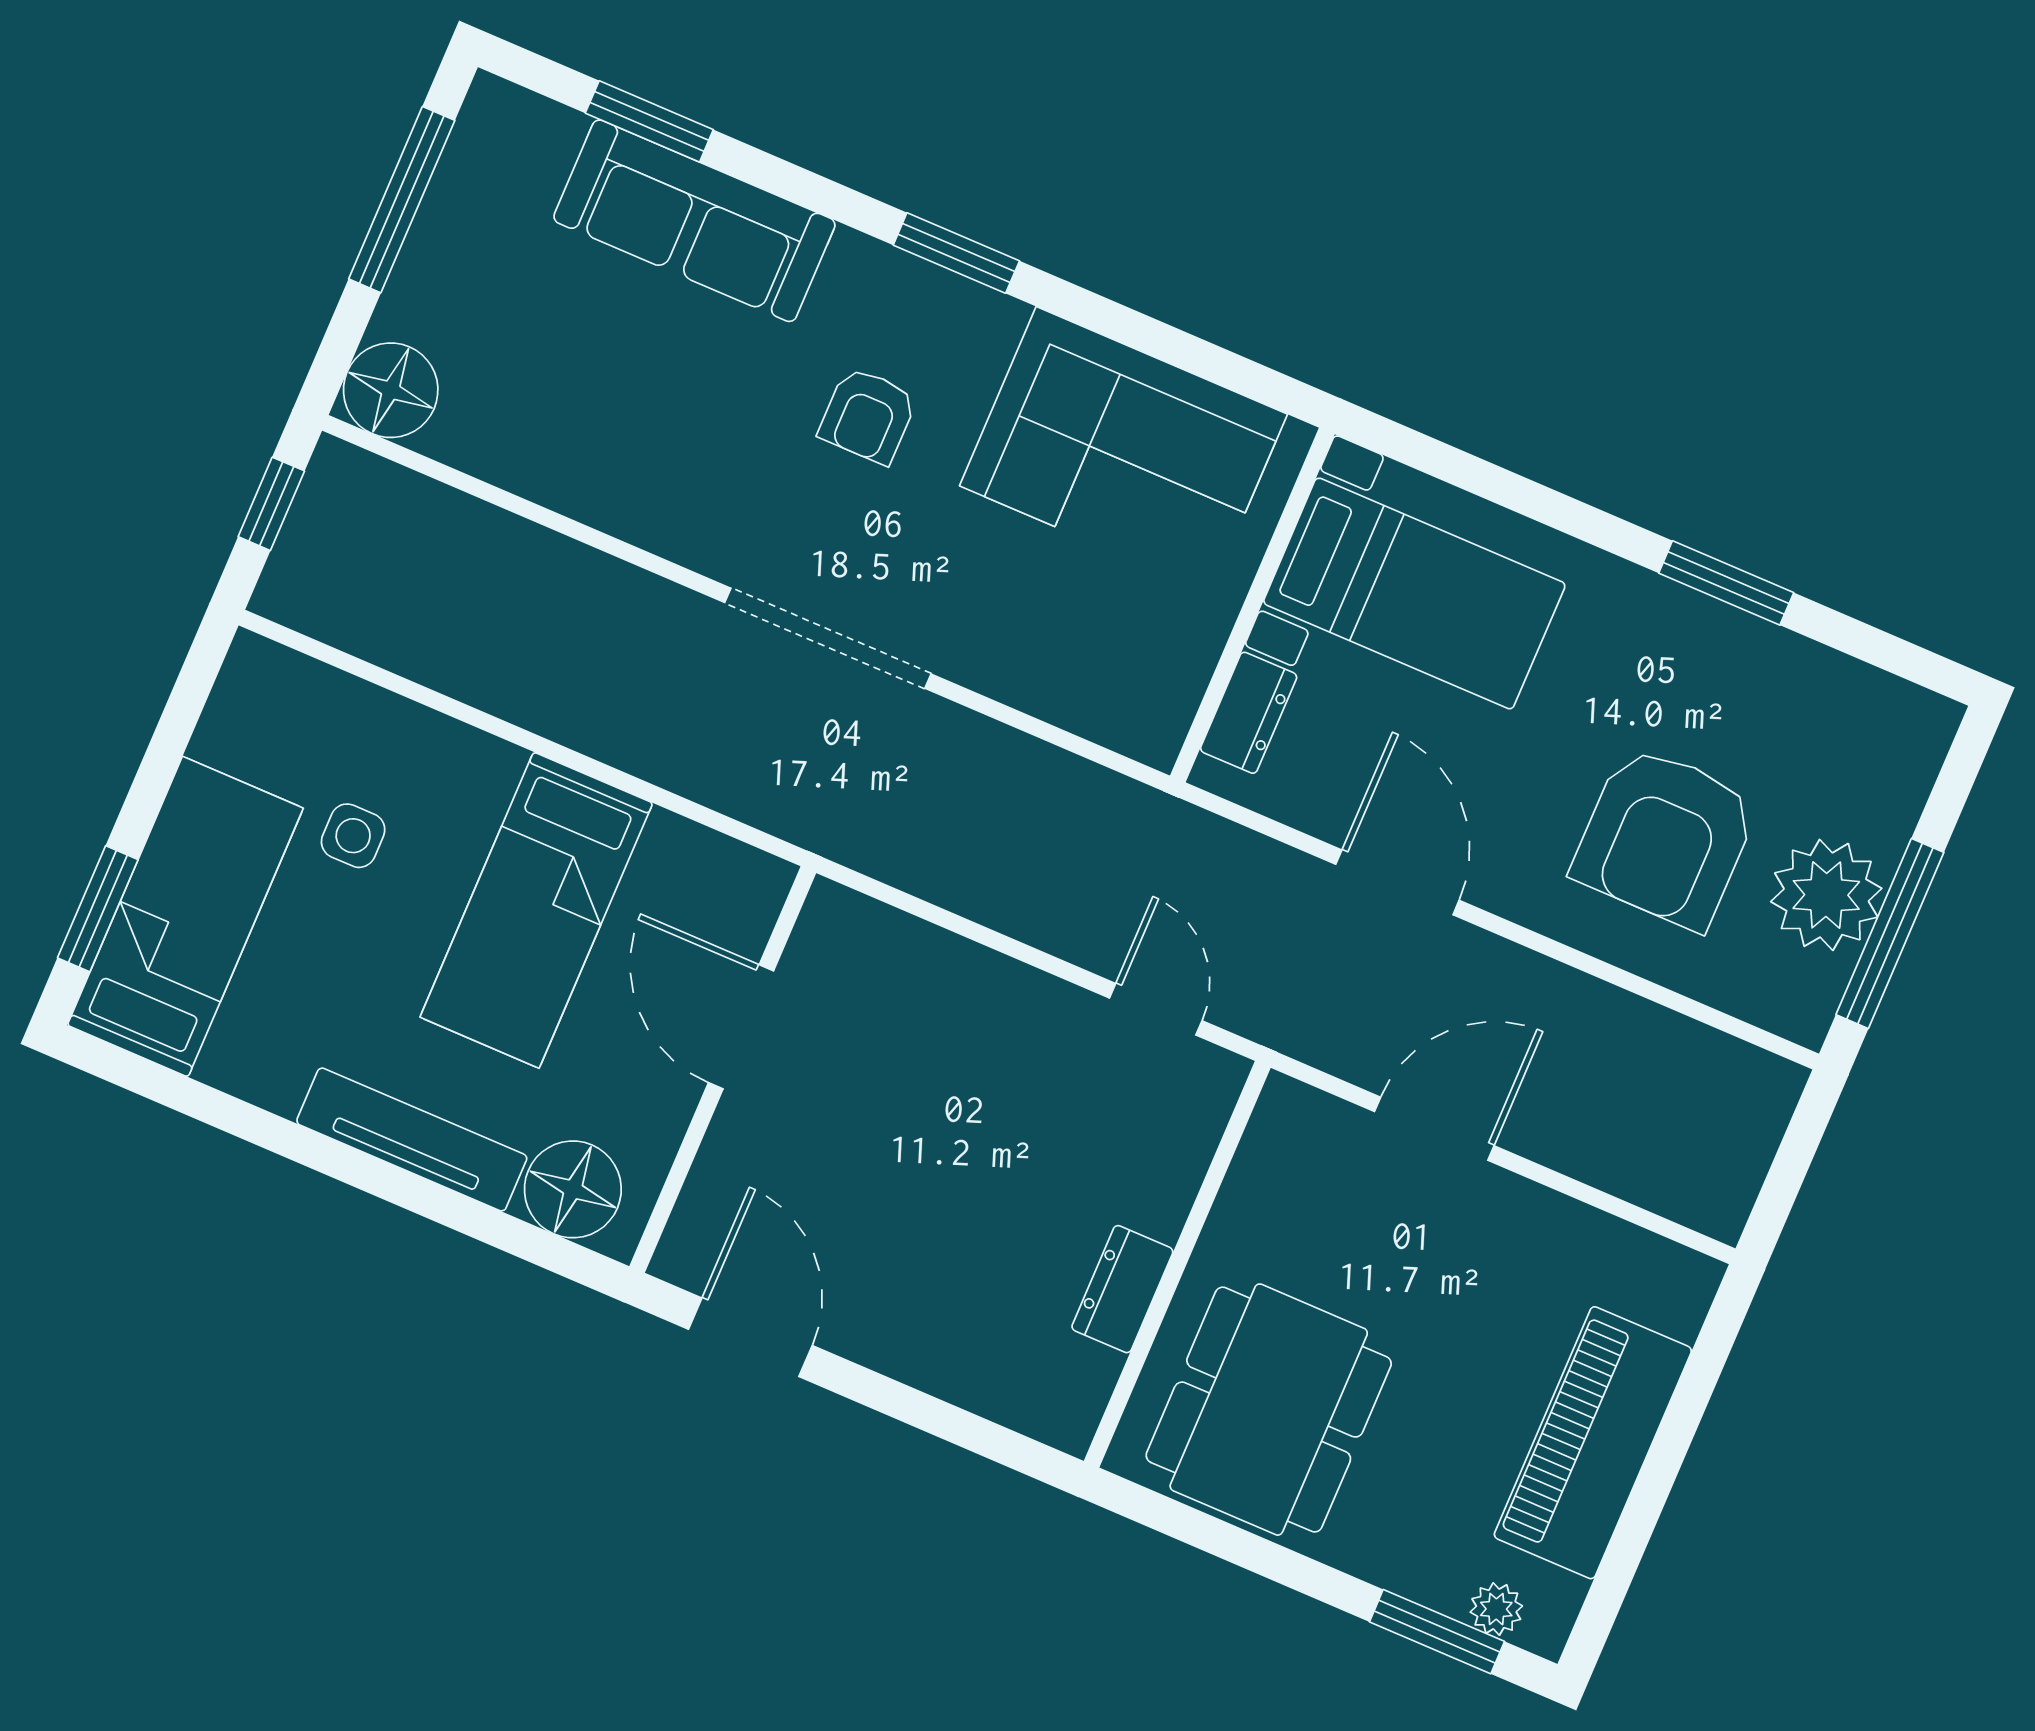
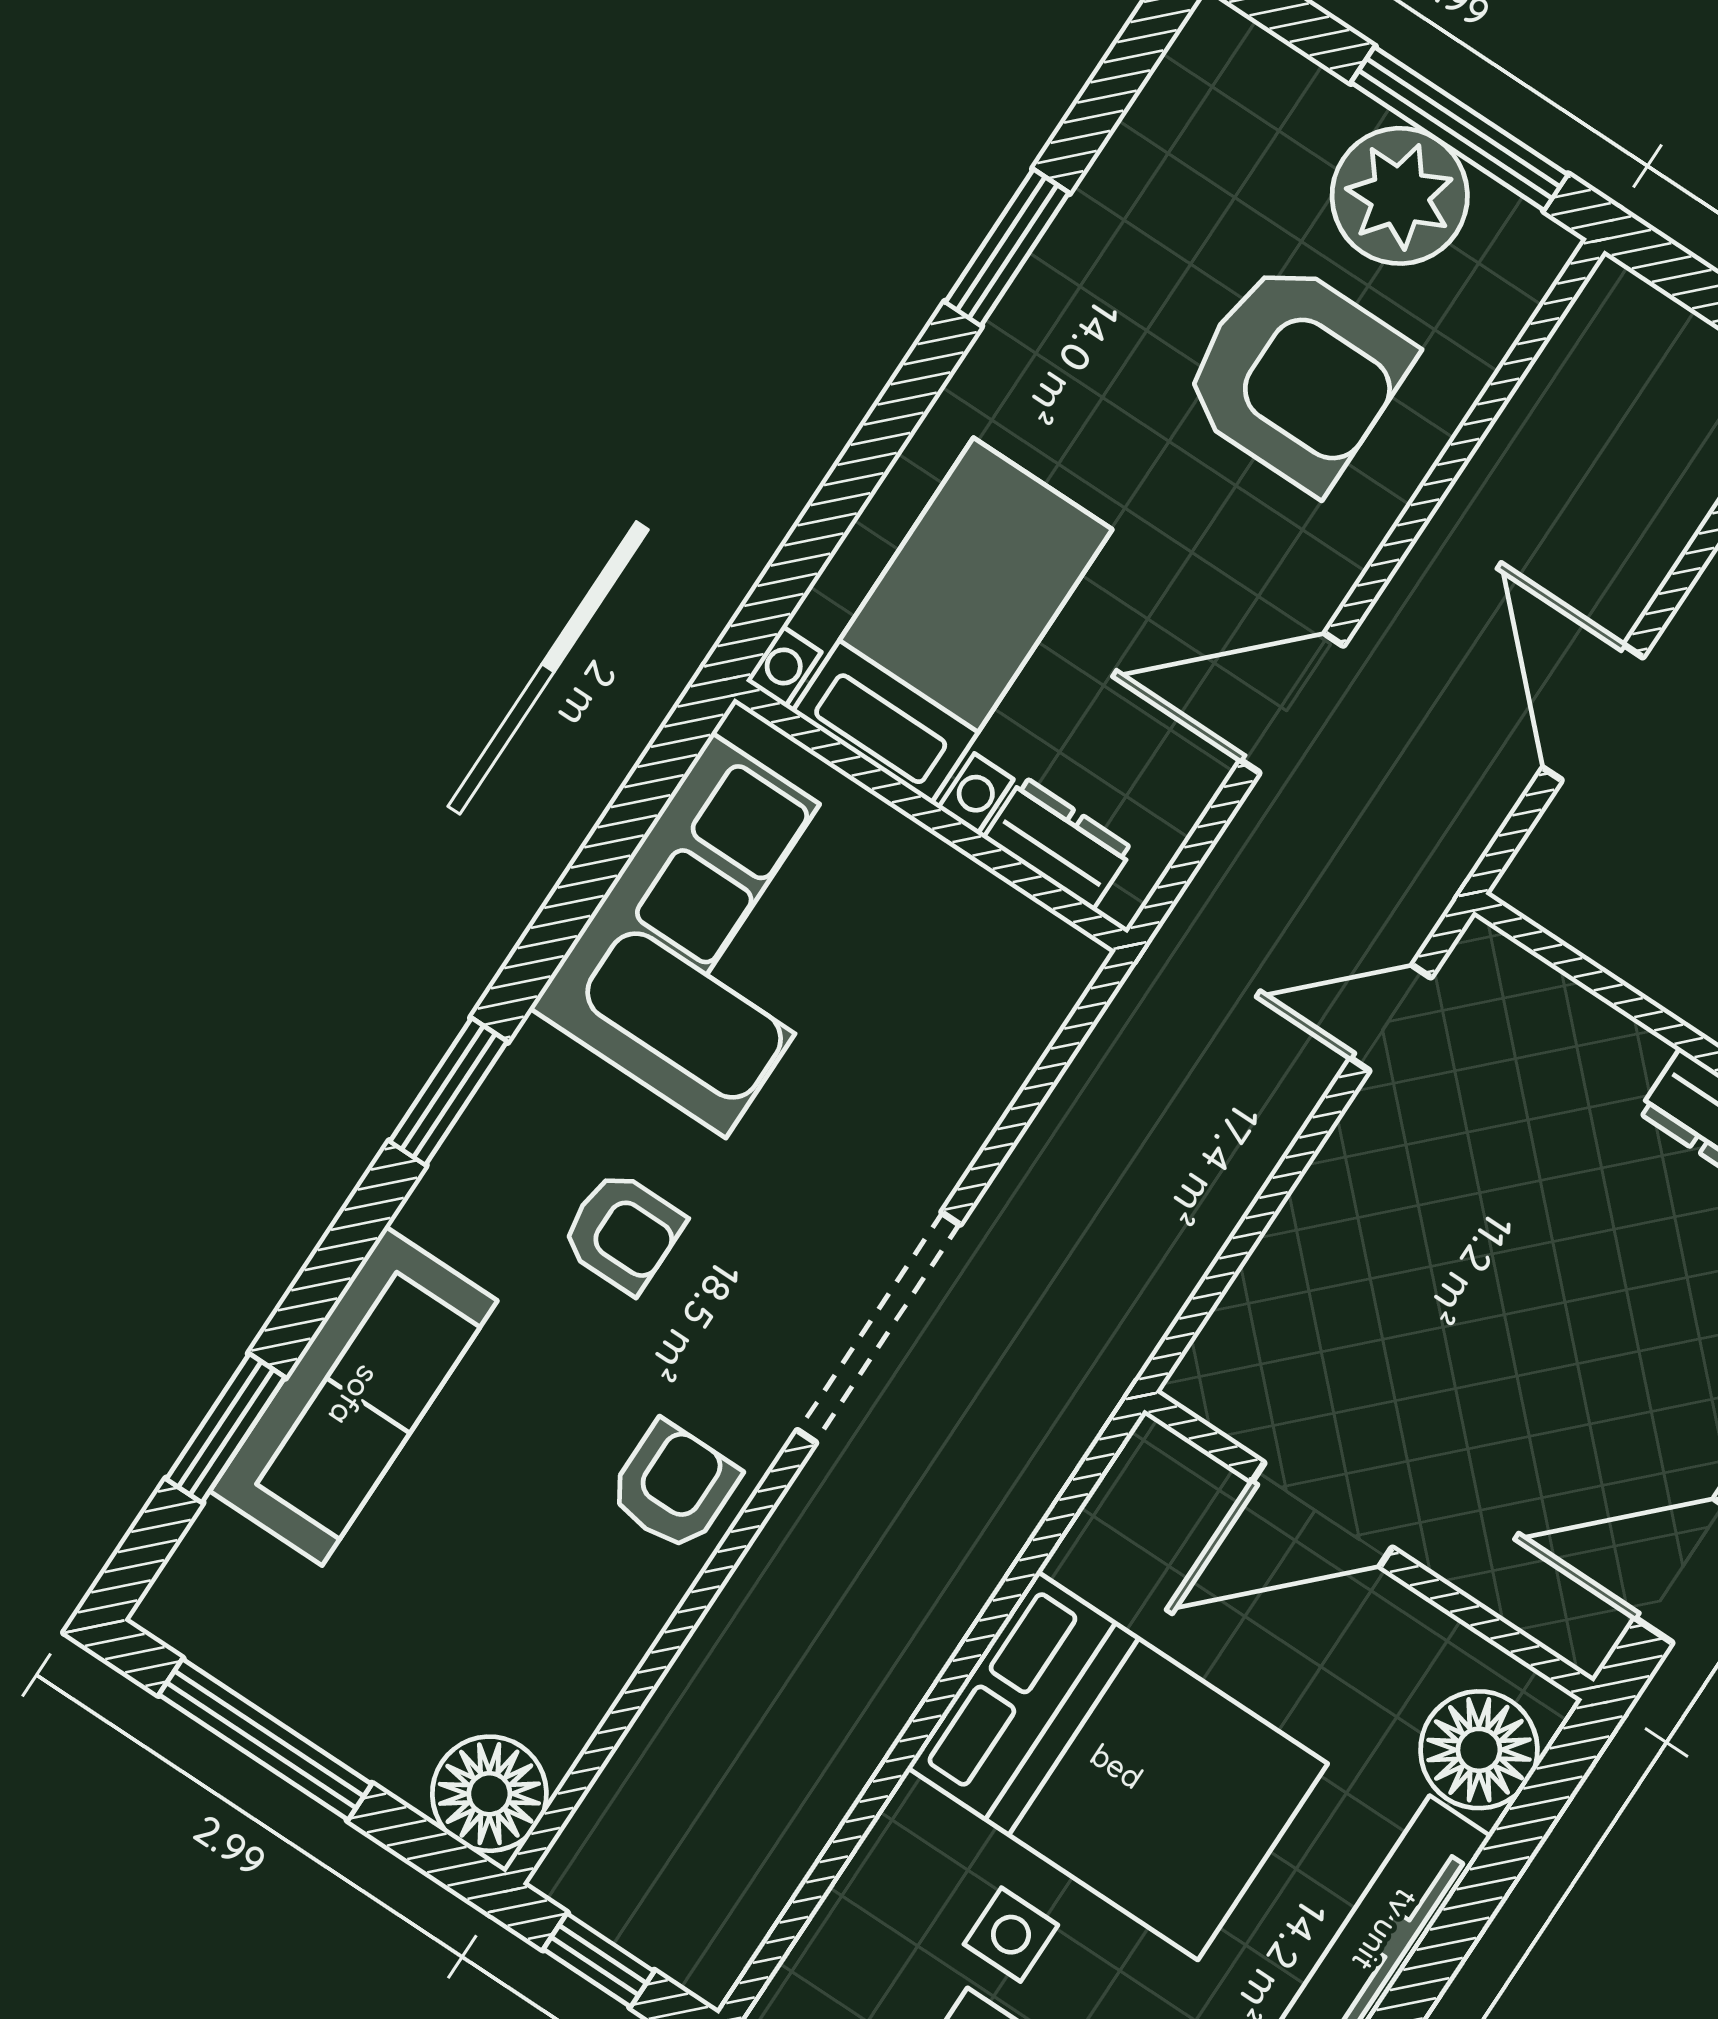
armchair: (668, 495) -> (674, 1486), added
bed: (536, 910) -> (1117, 1766), width x1.50

